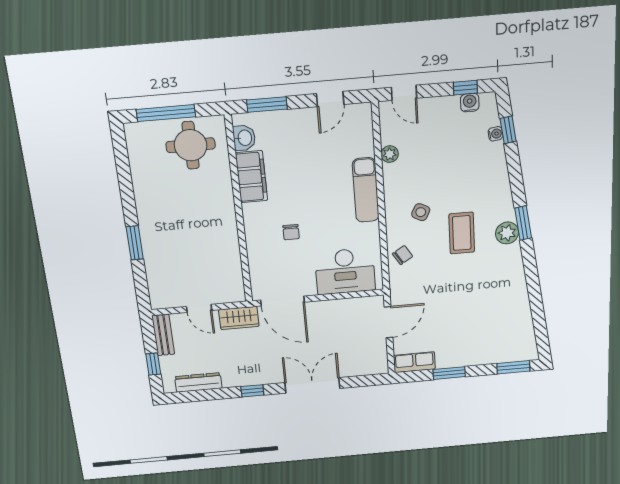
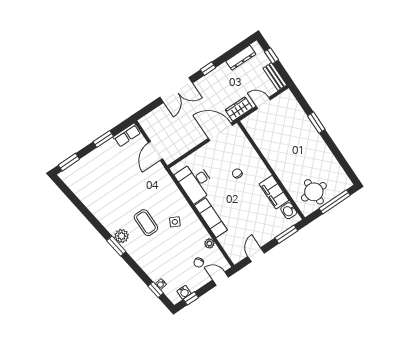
chair: (403, 255) -> (199, 263), moved
desk: (345, 271) -> (195, 182), moved, turned -90

